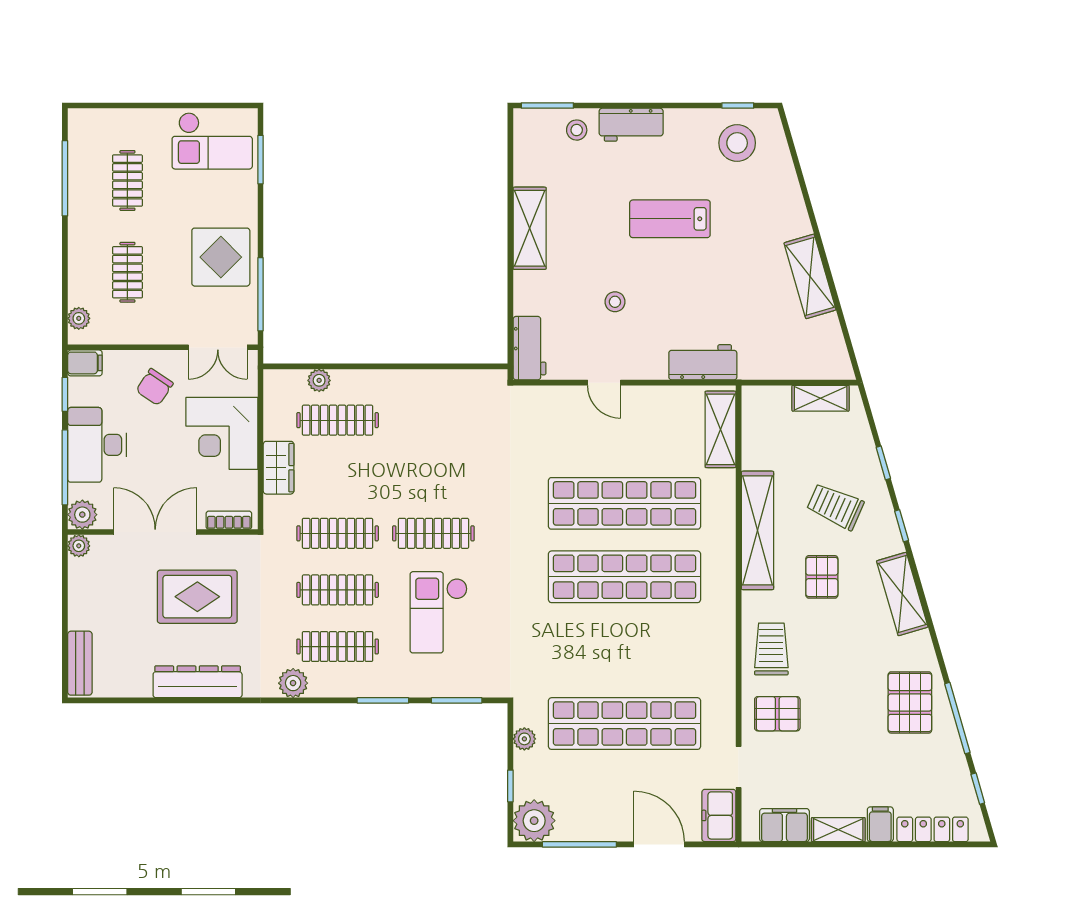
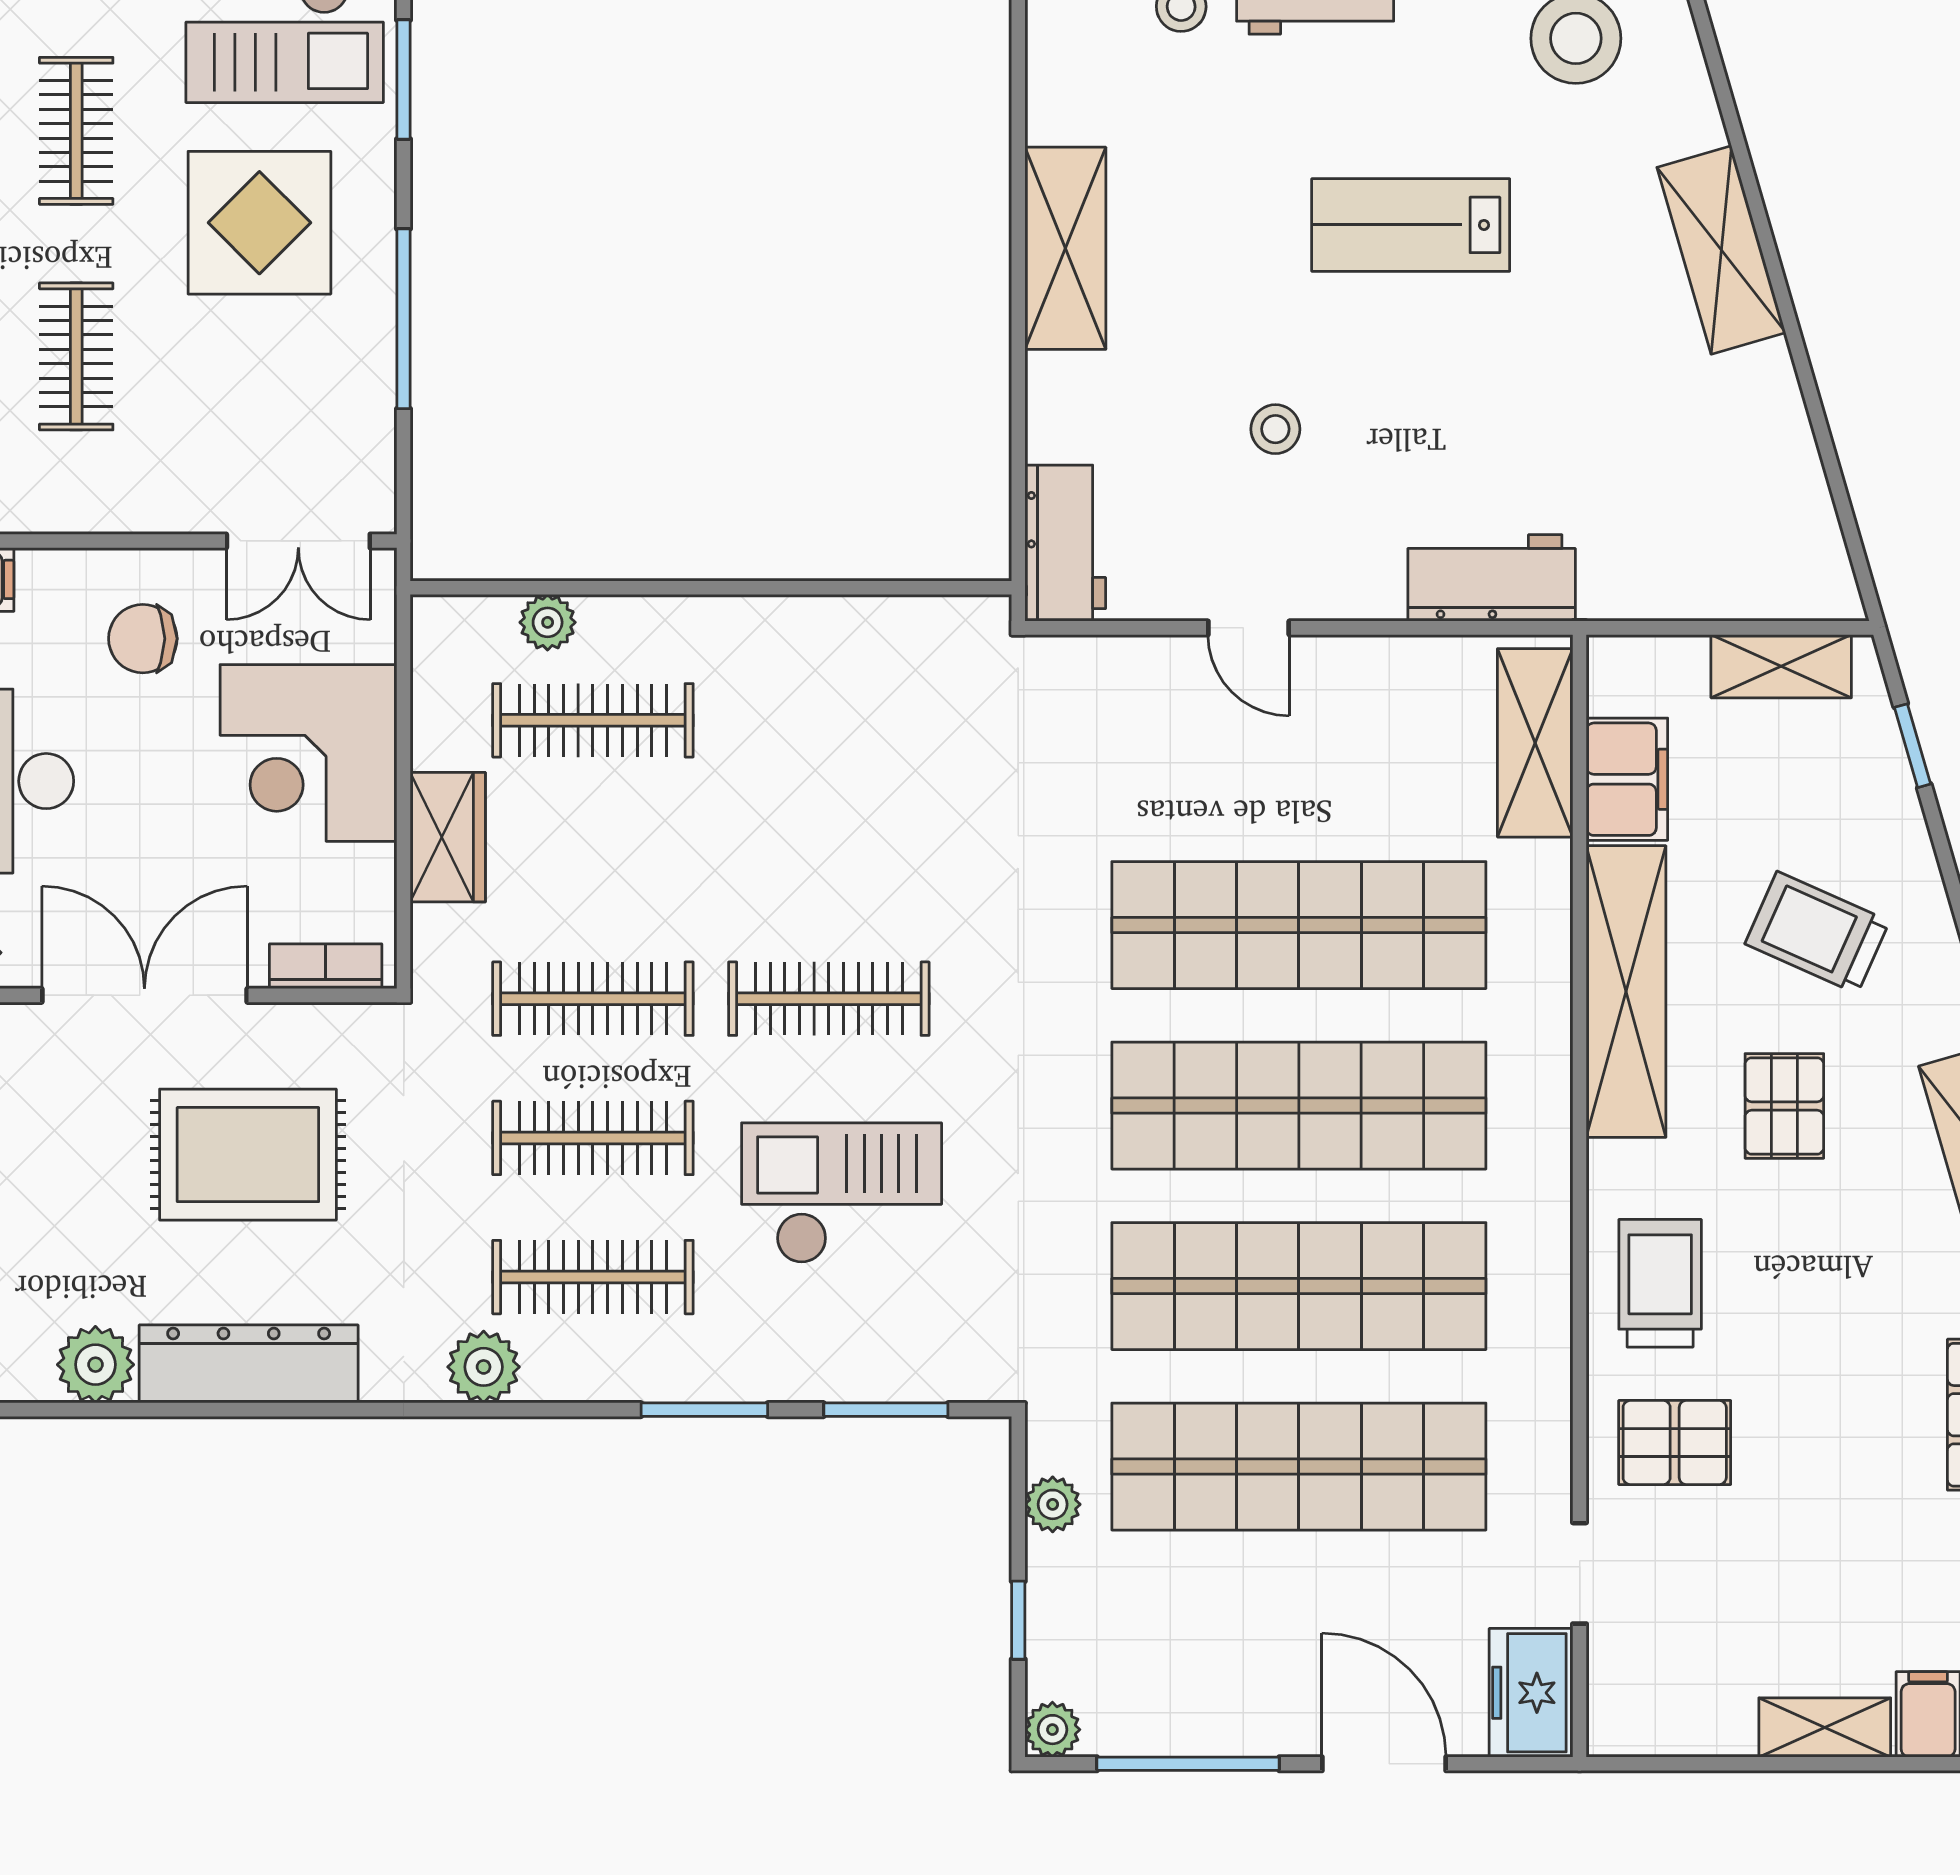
display table: (221, 257) -> (259, 223), moved
shelving: (810, 276) -> (1721, 250), moved
window: (261, 294) -> (404, 319), moved
chair: (155, 387) -> (143, 639), turned 56
window: (883, 463) -> (1912, 746), moved
checkout: (439, 612) -> (842, 1193), turned 90
shop shelf: (625, 650) -> (1299, 1286), added
plant: (135, 682) -> (95, 1365), added
plant: (534, 821) -> (1052, 1730), width x0.53, depth x0.53
filing cabinet: (784, 825) -> (1627, 779), moved, turned 90

